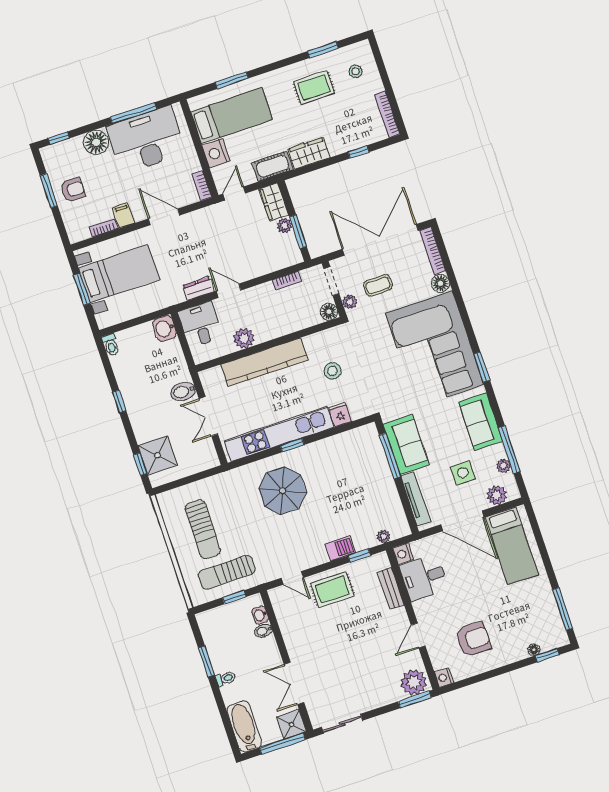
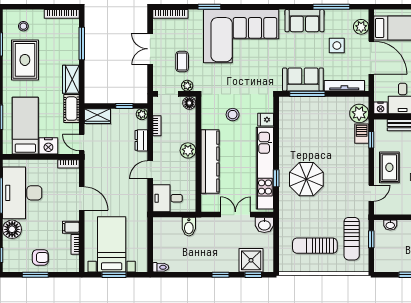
rug: (314, 87) -> (25, 60), width x1.36, depth x1.43
window: (358, 152) -> (82, 43), width x2.17
armchair: (73, 190) -> (40, 257), turned 90
door: (164, 217) -> (82, 198), swing flipped
plant: (284, 226) -> (142, 114), moved
window: (298, 232) -> (124, 106), width x0.67
double door: (380, 240) -> (150, 49), width x0.54
floor lamp: (440, 283) -> (196, 16), removed
dresser: (198, 289) -> (141, 140), moved
washbasin: (165, 328) -> (264, 225), moved
plant: (244, 338) -> (188, 150), moved
window: (482, 367) -> (209, 7), moved
bidet: (183, 391) -> (189, 227), moved
window: (119, 401) -> (221, 275), moved
double door: (208, 416) -> (235, 215), swing flipped
window: (292, 445) -> (276, 178), moved
plant: (503, 466) -> (342, 15), removed
door: (462, 521) -> (371, 58), hinge flipped
sun lounger: (203, 529) -> (315, 246), turned 180
plant: (383, 537) -> (359, 113), width x1.88, depth x1.88
barbecue: (340, 548) -> (362, 134), moved
bidet: (263, 631) -> (402, 227), removed

